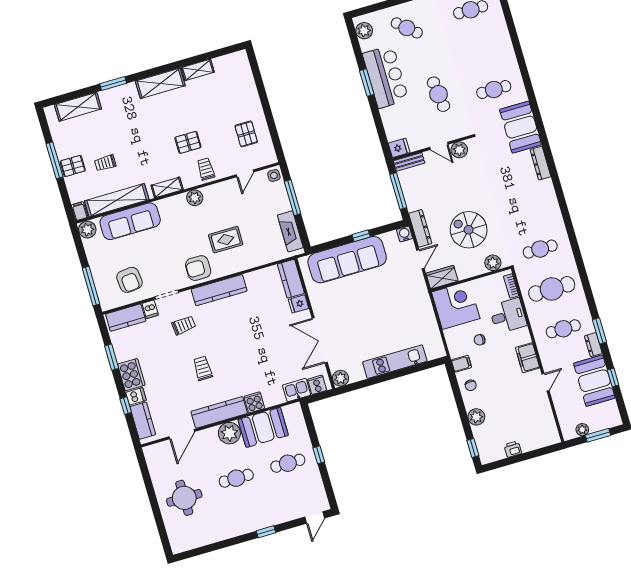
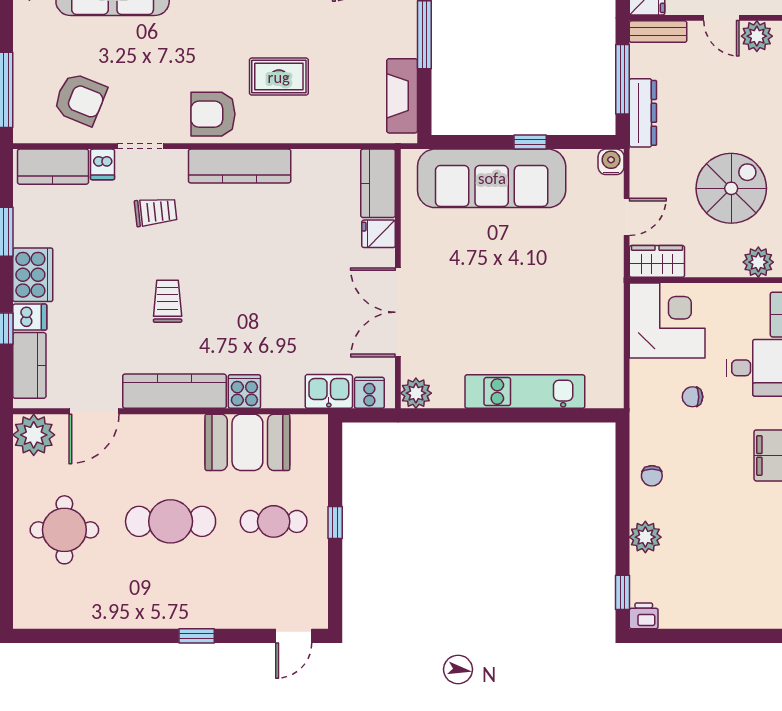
dresser: (420, 228) -> (643, 113), moved
spiral stairs: (469, 230) -> (731, 188), turned 90
armchair: (129, 280) -> (80, 99), turned -62
filing cabinet: (461, 364) -> (646, 431), removed
plant: (229, 433) -> (34, 435), moved
printer: (513, 449) -> (644, 616), moved
cafe table: (236, 478) -> (171, 521), width x1.37, depth x1.35

